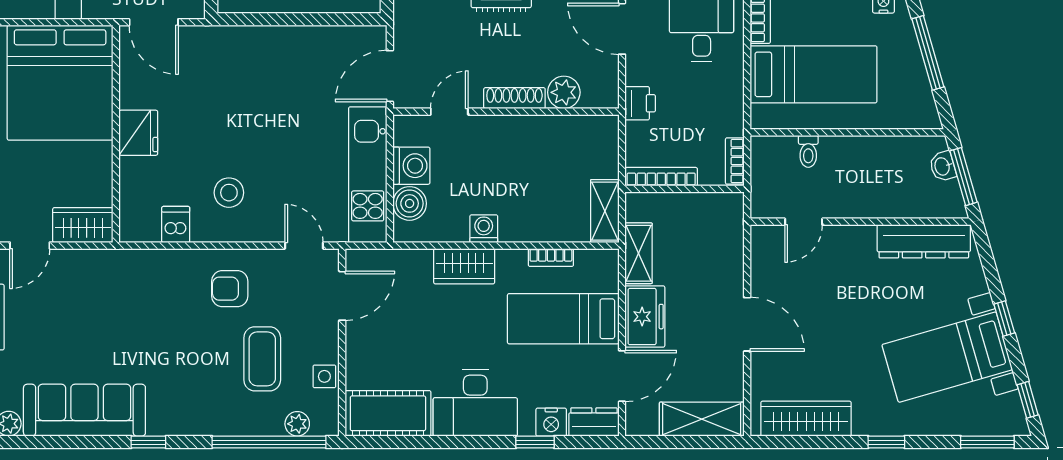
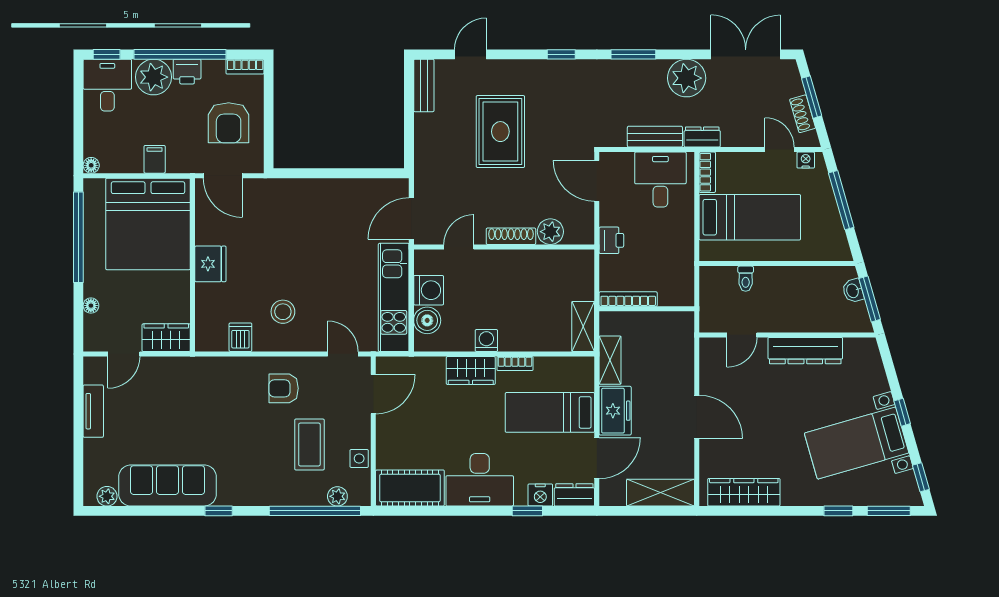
bookcase: (735, 161) -> (687, 286), removed
dresser: (924, 241) -> (805, 351), moved
bookcase: (551, 258) -> (515, 364), moved
window: (886, 442) -> (838, 511), moved

